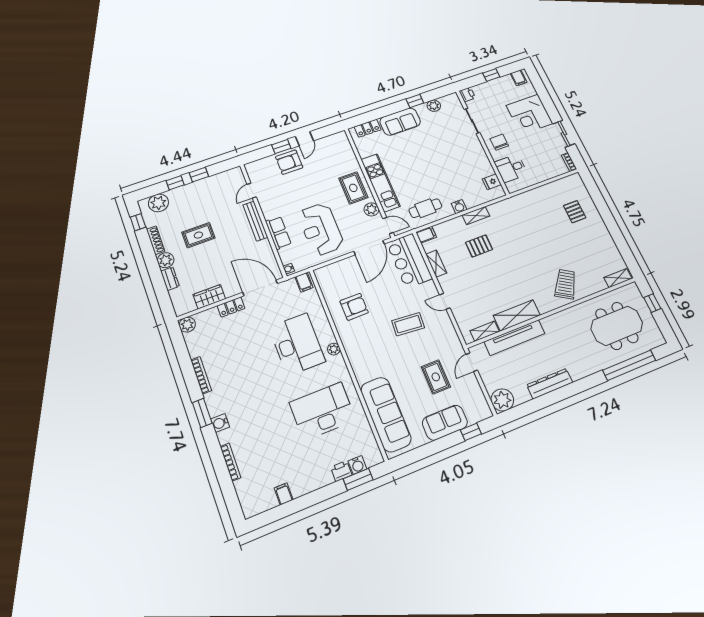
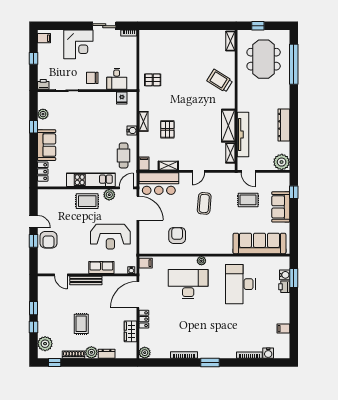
pallet: (575, 212) -> (153, 80), moved
water cooler: (220, 423) -> (268, 353), moved

